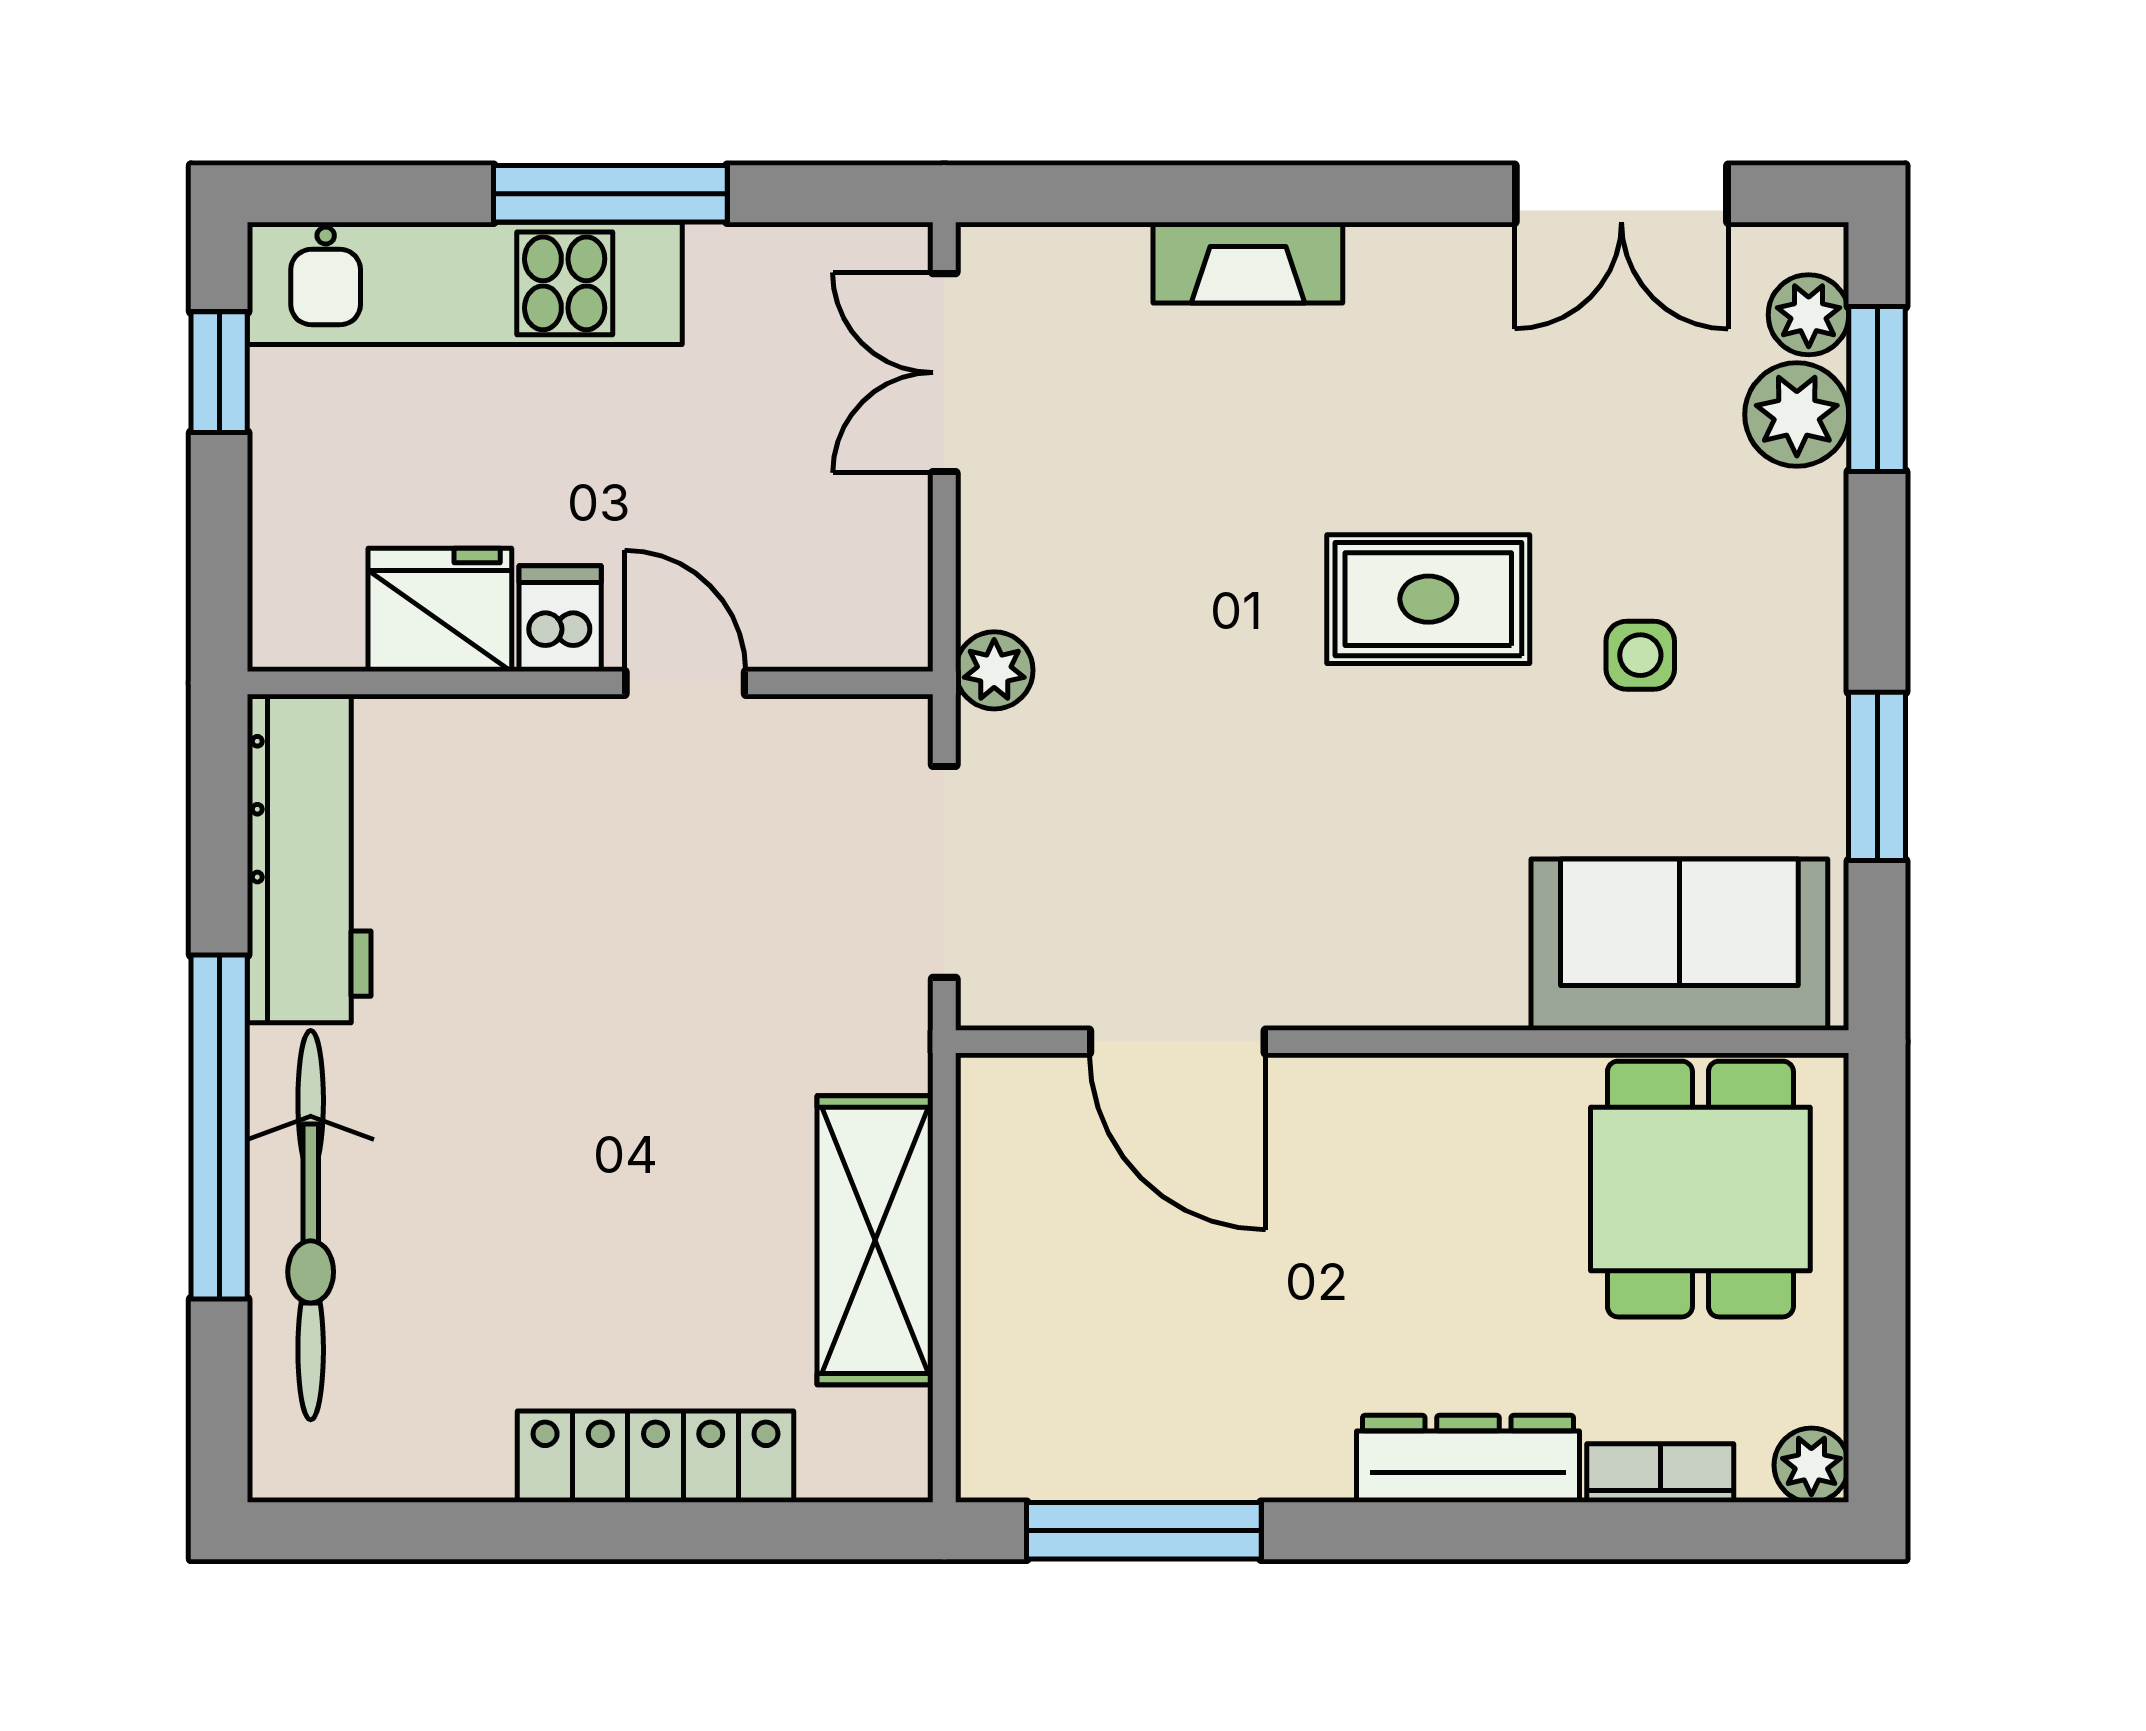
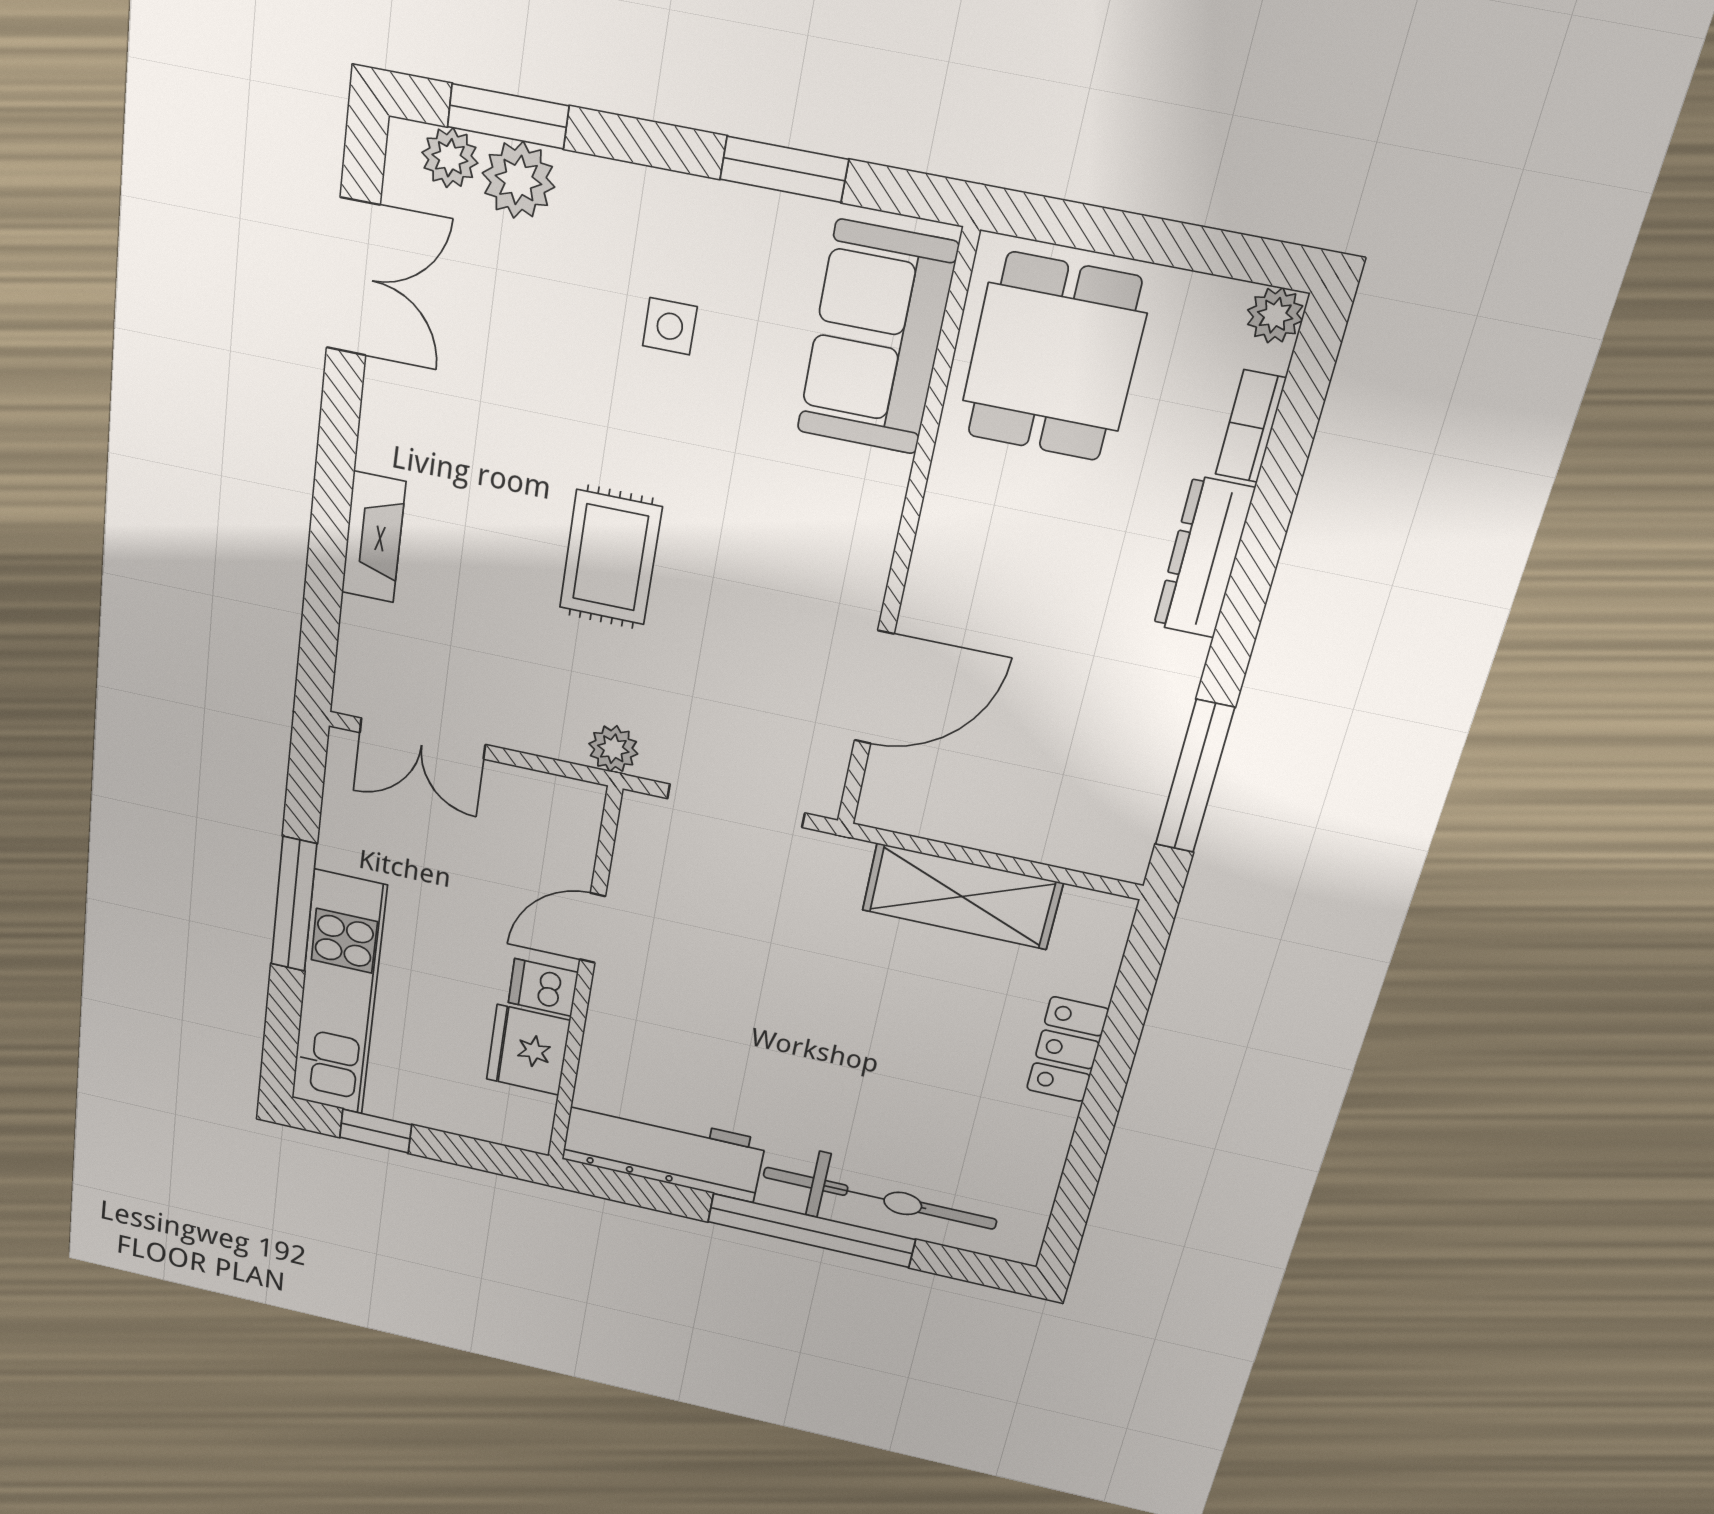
rug: (1428, 599) -> (611, 557), moved
dining table: (1700, 1189) -> (1054, 357), turned 90
locker: (656, 1457) -> (1067, 1049), width x0.66

